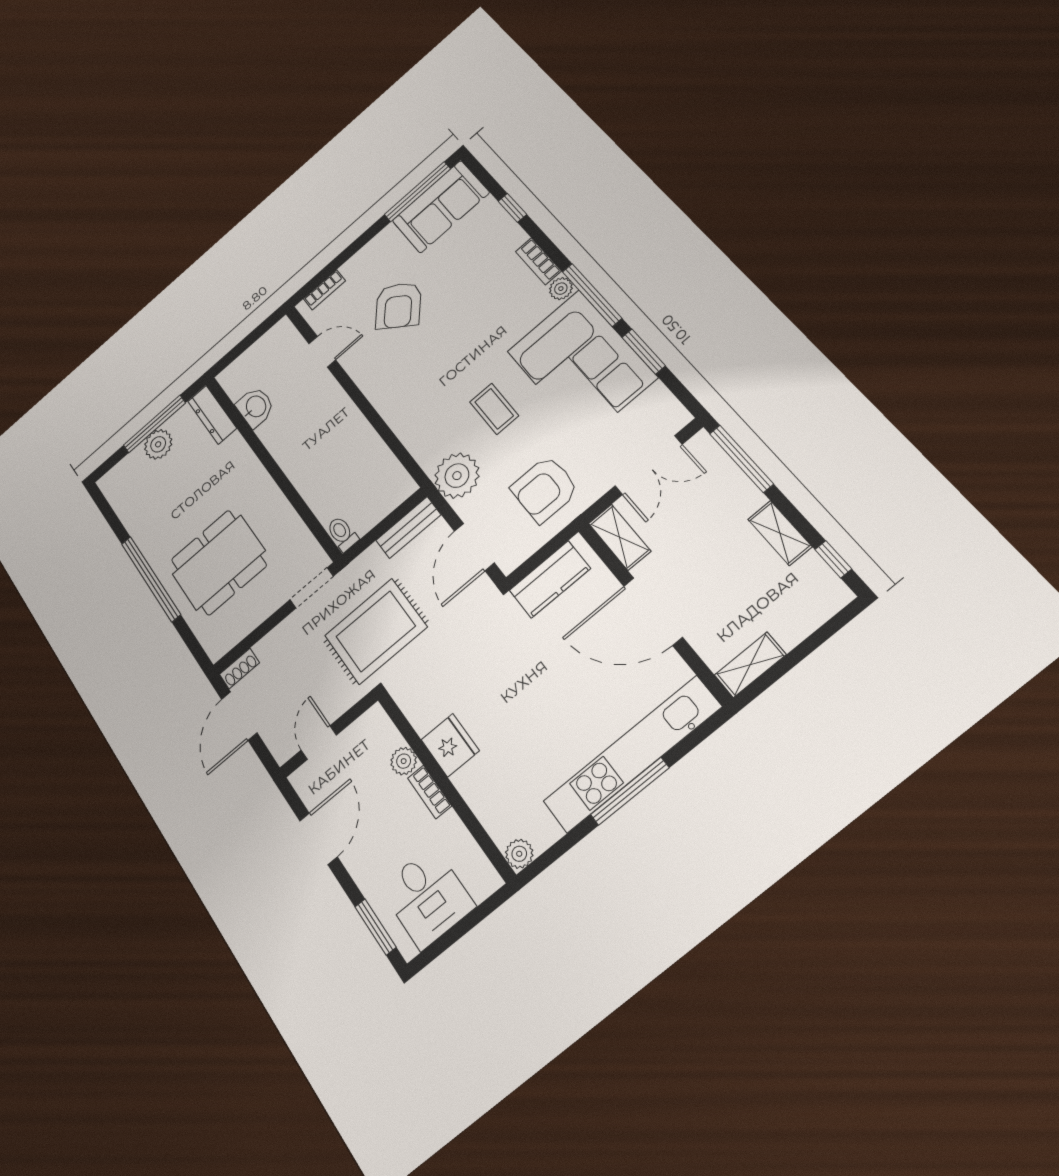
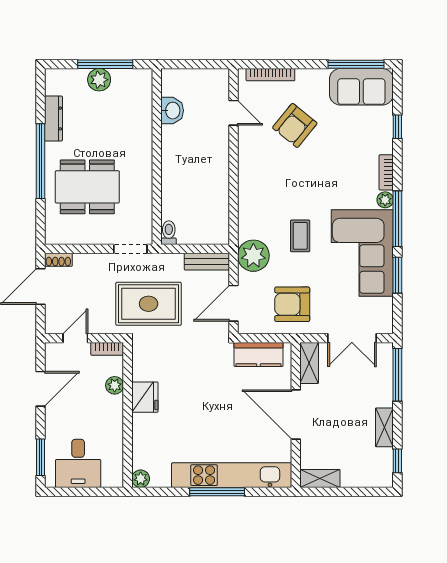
bookcase: (324, 290) -> (270, 75), width x1.56
dresser: (212, 415) -> (53, 119), moved, turned 180
bookcase: (430, 792) -> (107, 349), moved, turned -90

